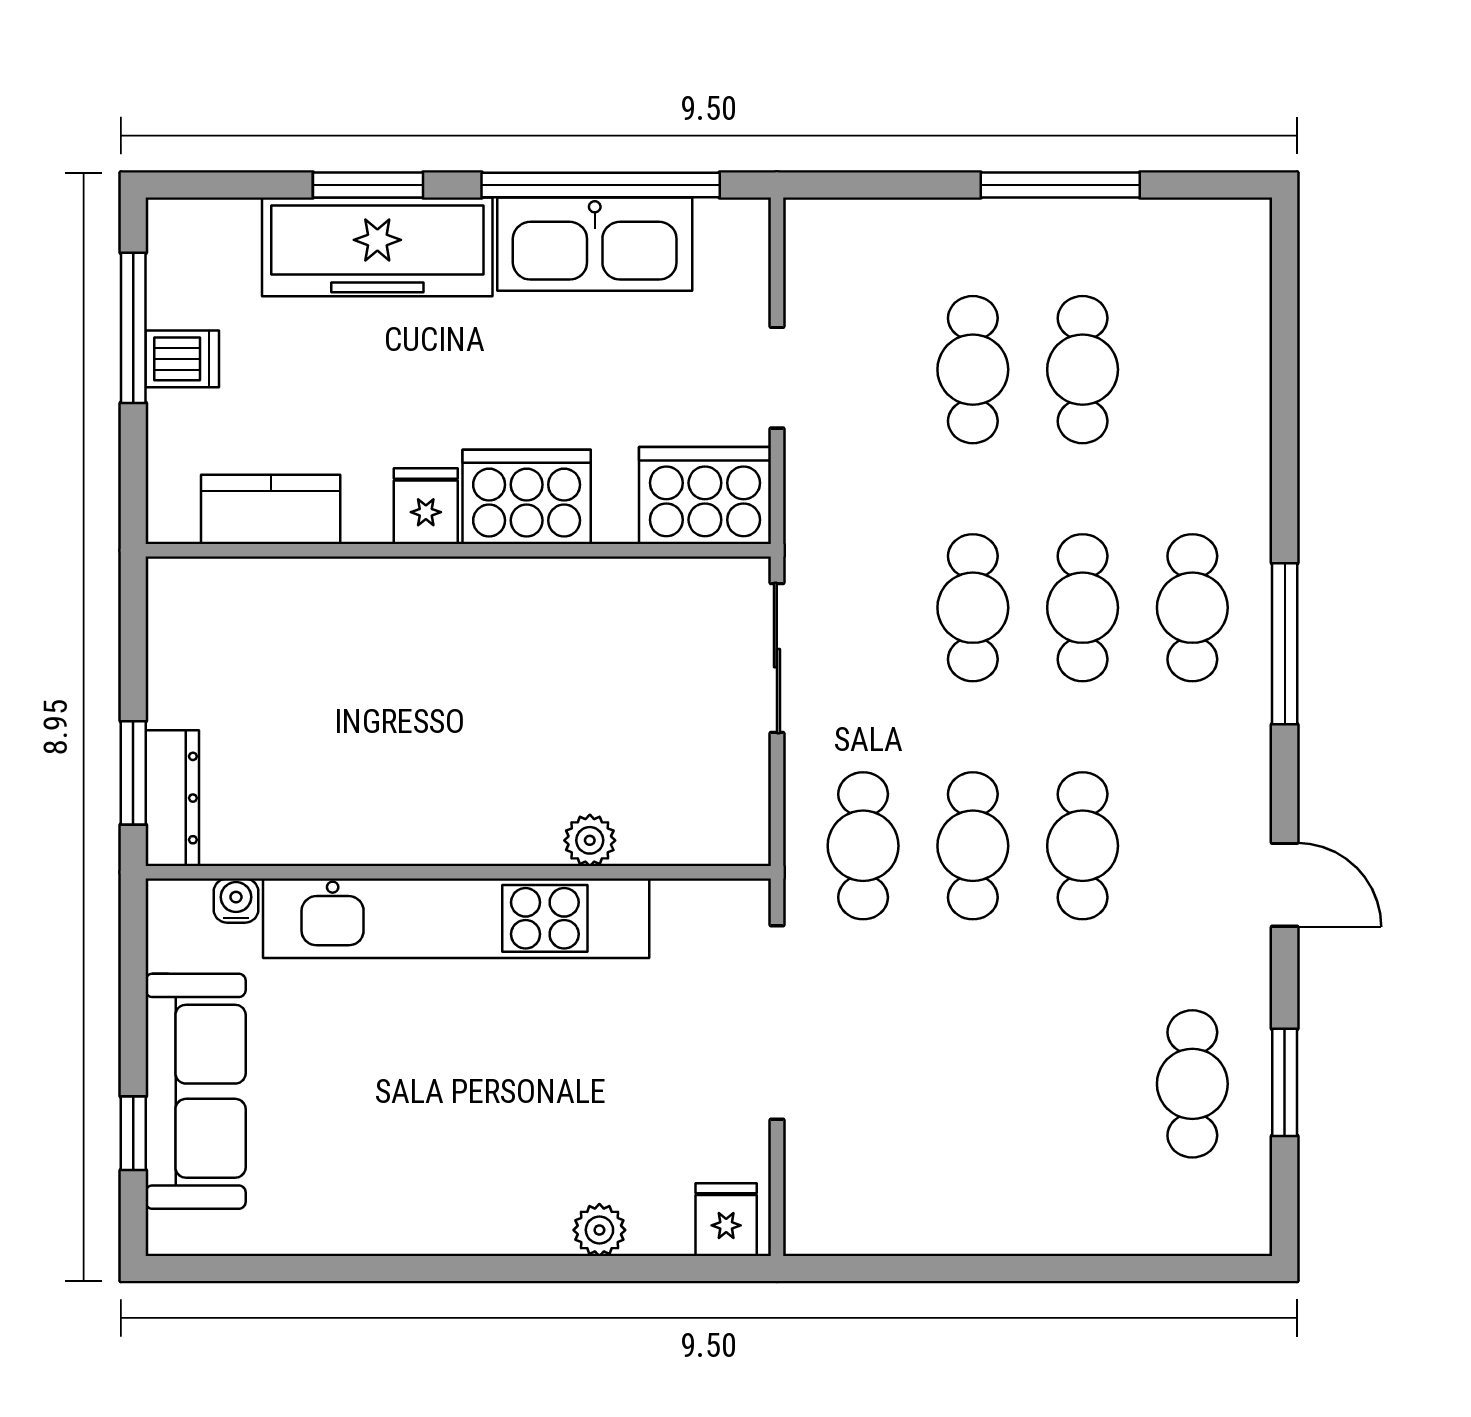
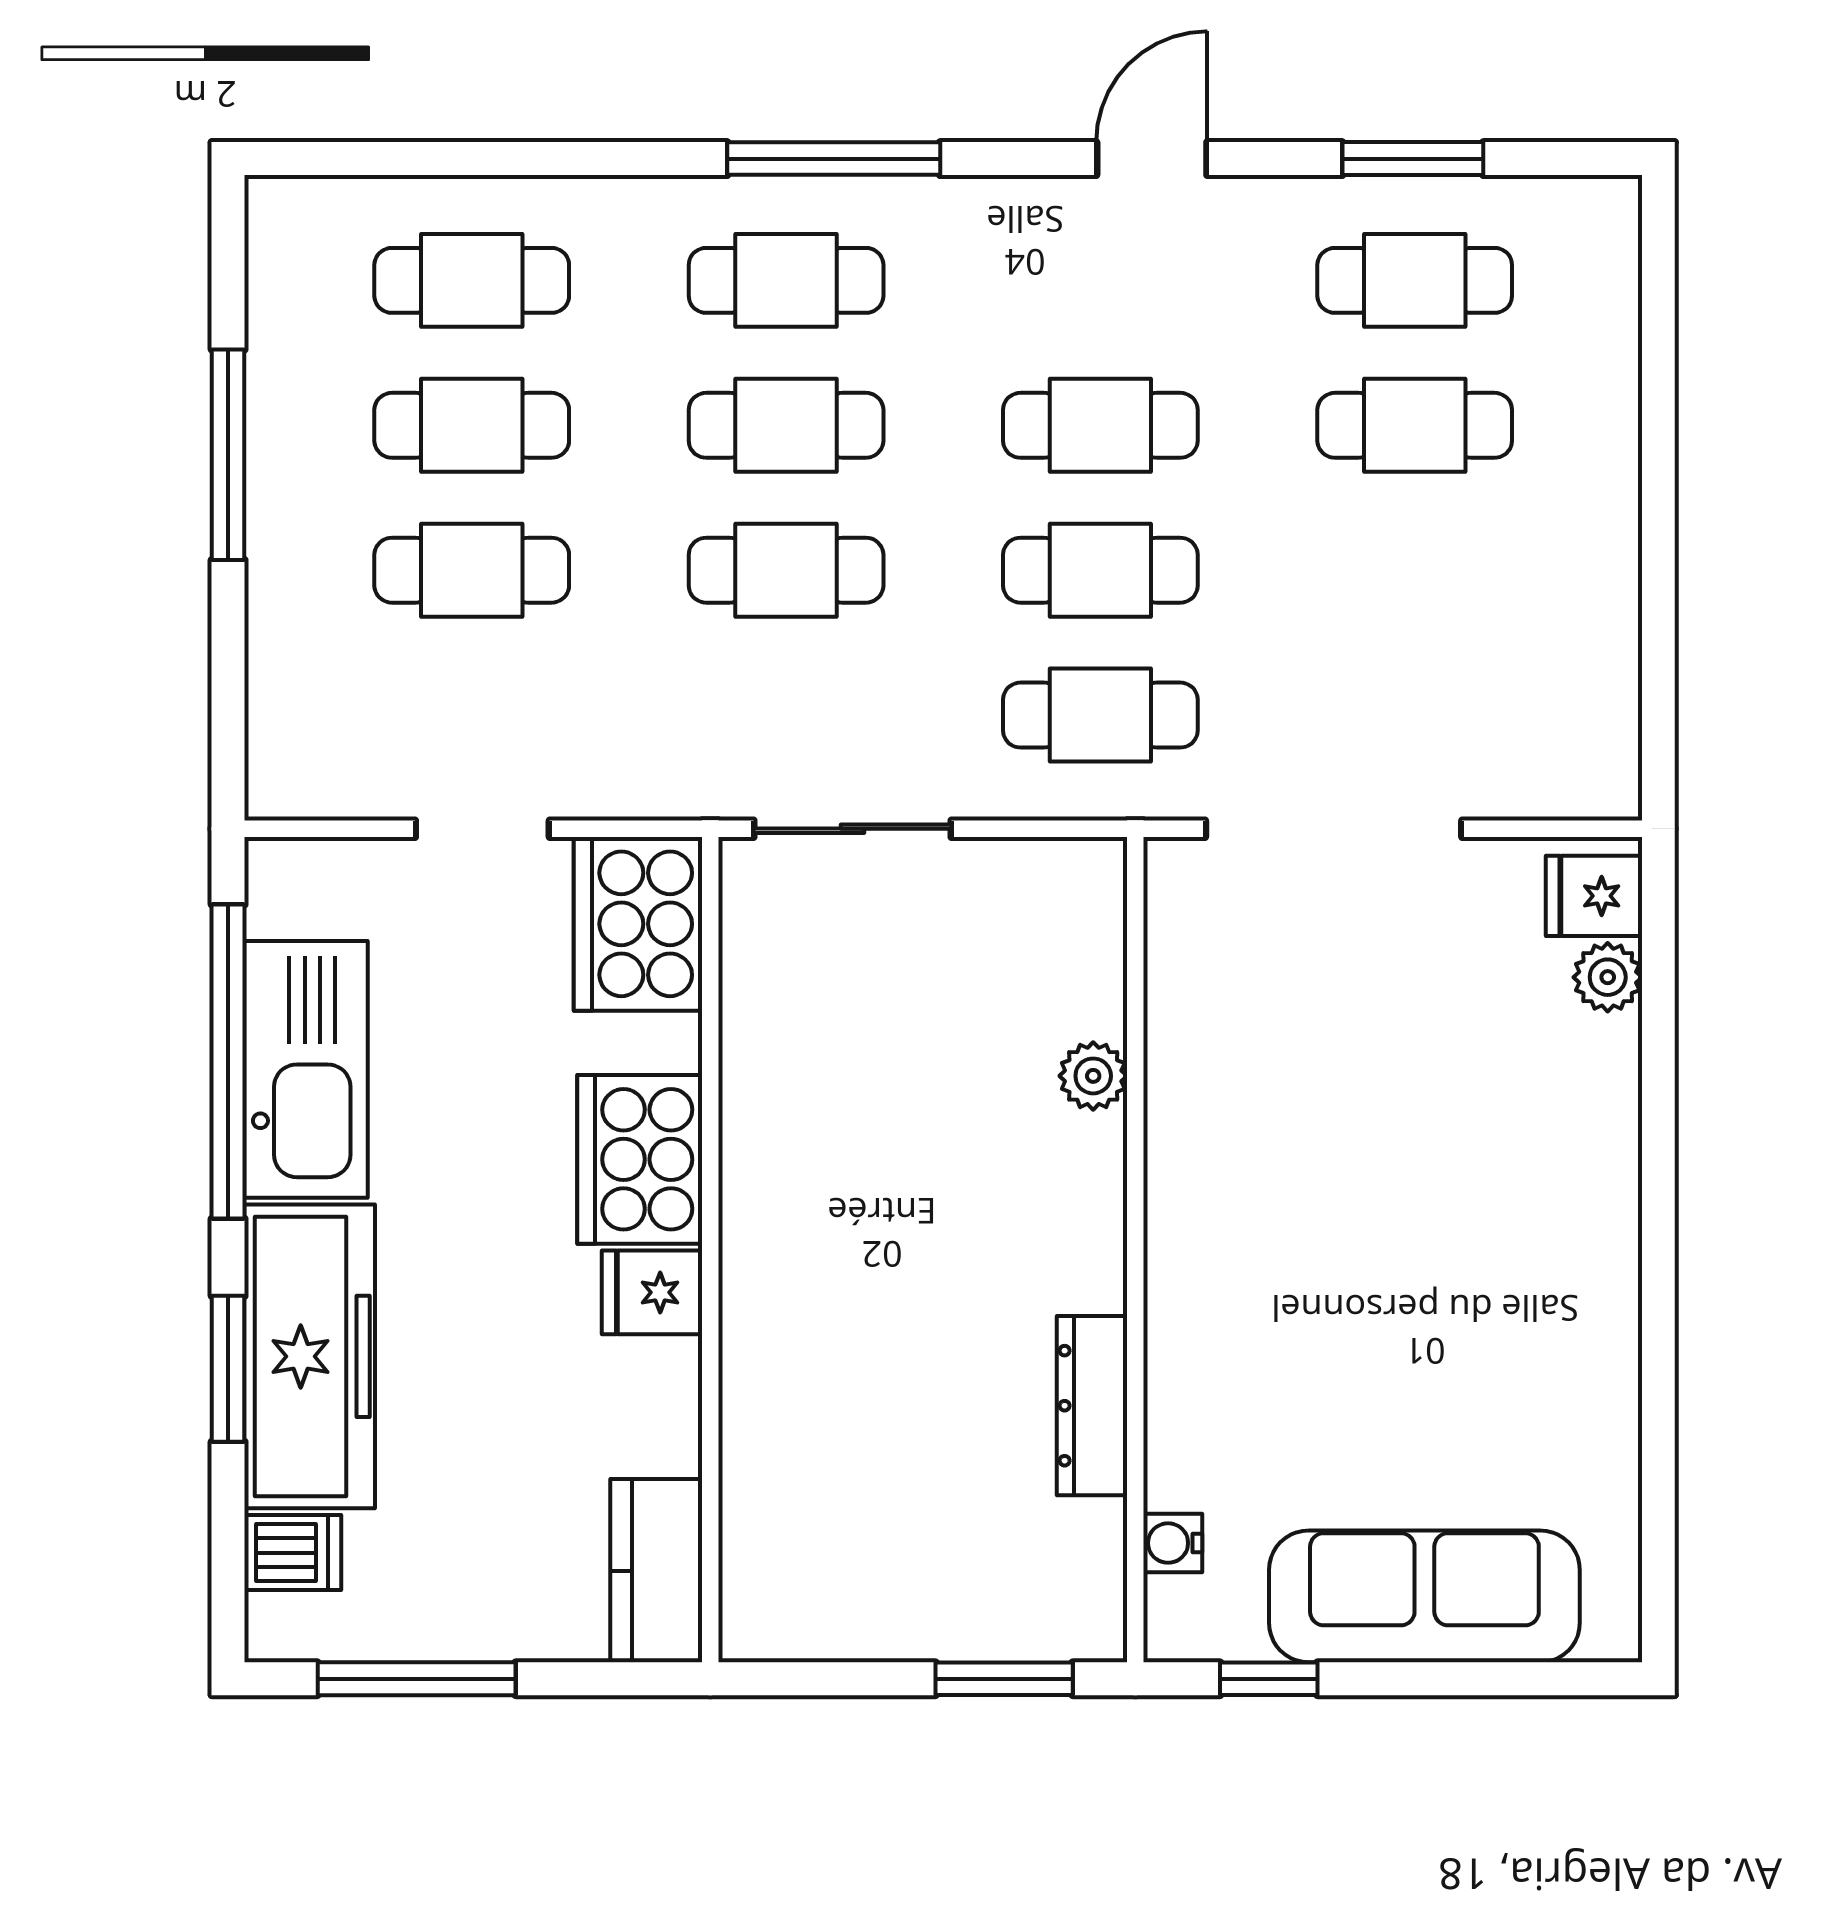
dishwasher: (182, 359) -> (293, 1553), moved, turned 90
cafe table: (1192, 370) -> (472, 280), added
kitchen counter: (271, 509) -> (656, 1571), moved
dresser: (172, 798) -> (1092, 1406), moved, turned -90
kitchen unit: (456, 918) -> (1196, 1252), removed
cafe table: (1083, 1084) -> (1415, 425), added
window: (133, 1133) -> (1269, 1679), moved
plant: (599, 1230) -> (1608, 977), moved

